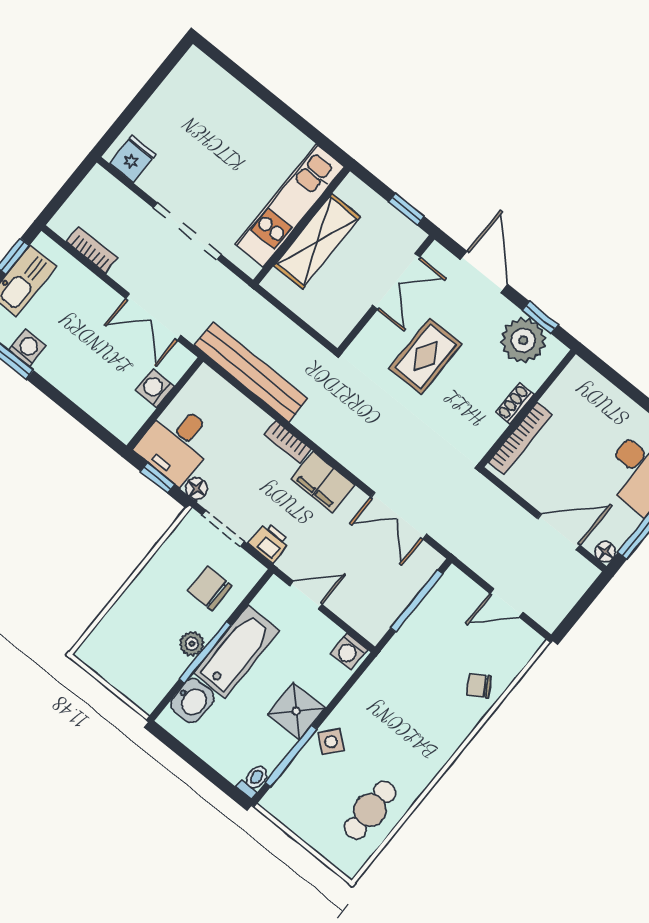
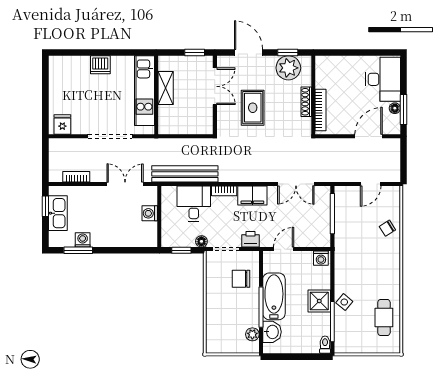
dishwasher: (257, 117) -> (100, 65), added
shelving: (317, 241) -> (166, 88), width x0.67, depth x0.75
double door: (153, 317) -> (125, 184), swing flipped
shoe rack: (515, 403) -> (306, 102), width x1.43
desk: (177, 443) -> (194, 204), moved, turned 180
floor lamp: (605, 552) -> (395, 108), moved
plant: (192, 644) -> (252, 334), moved

